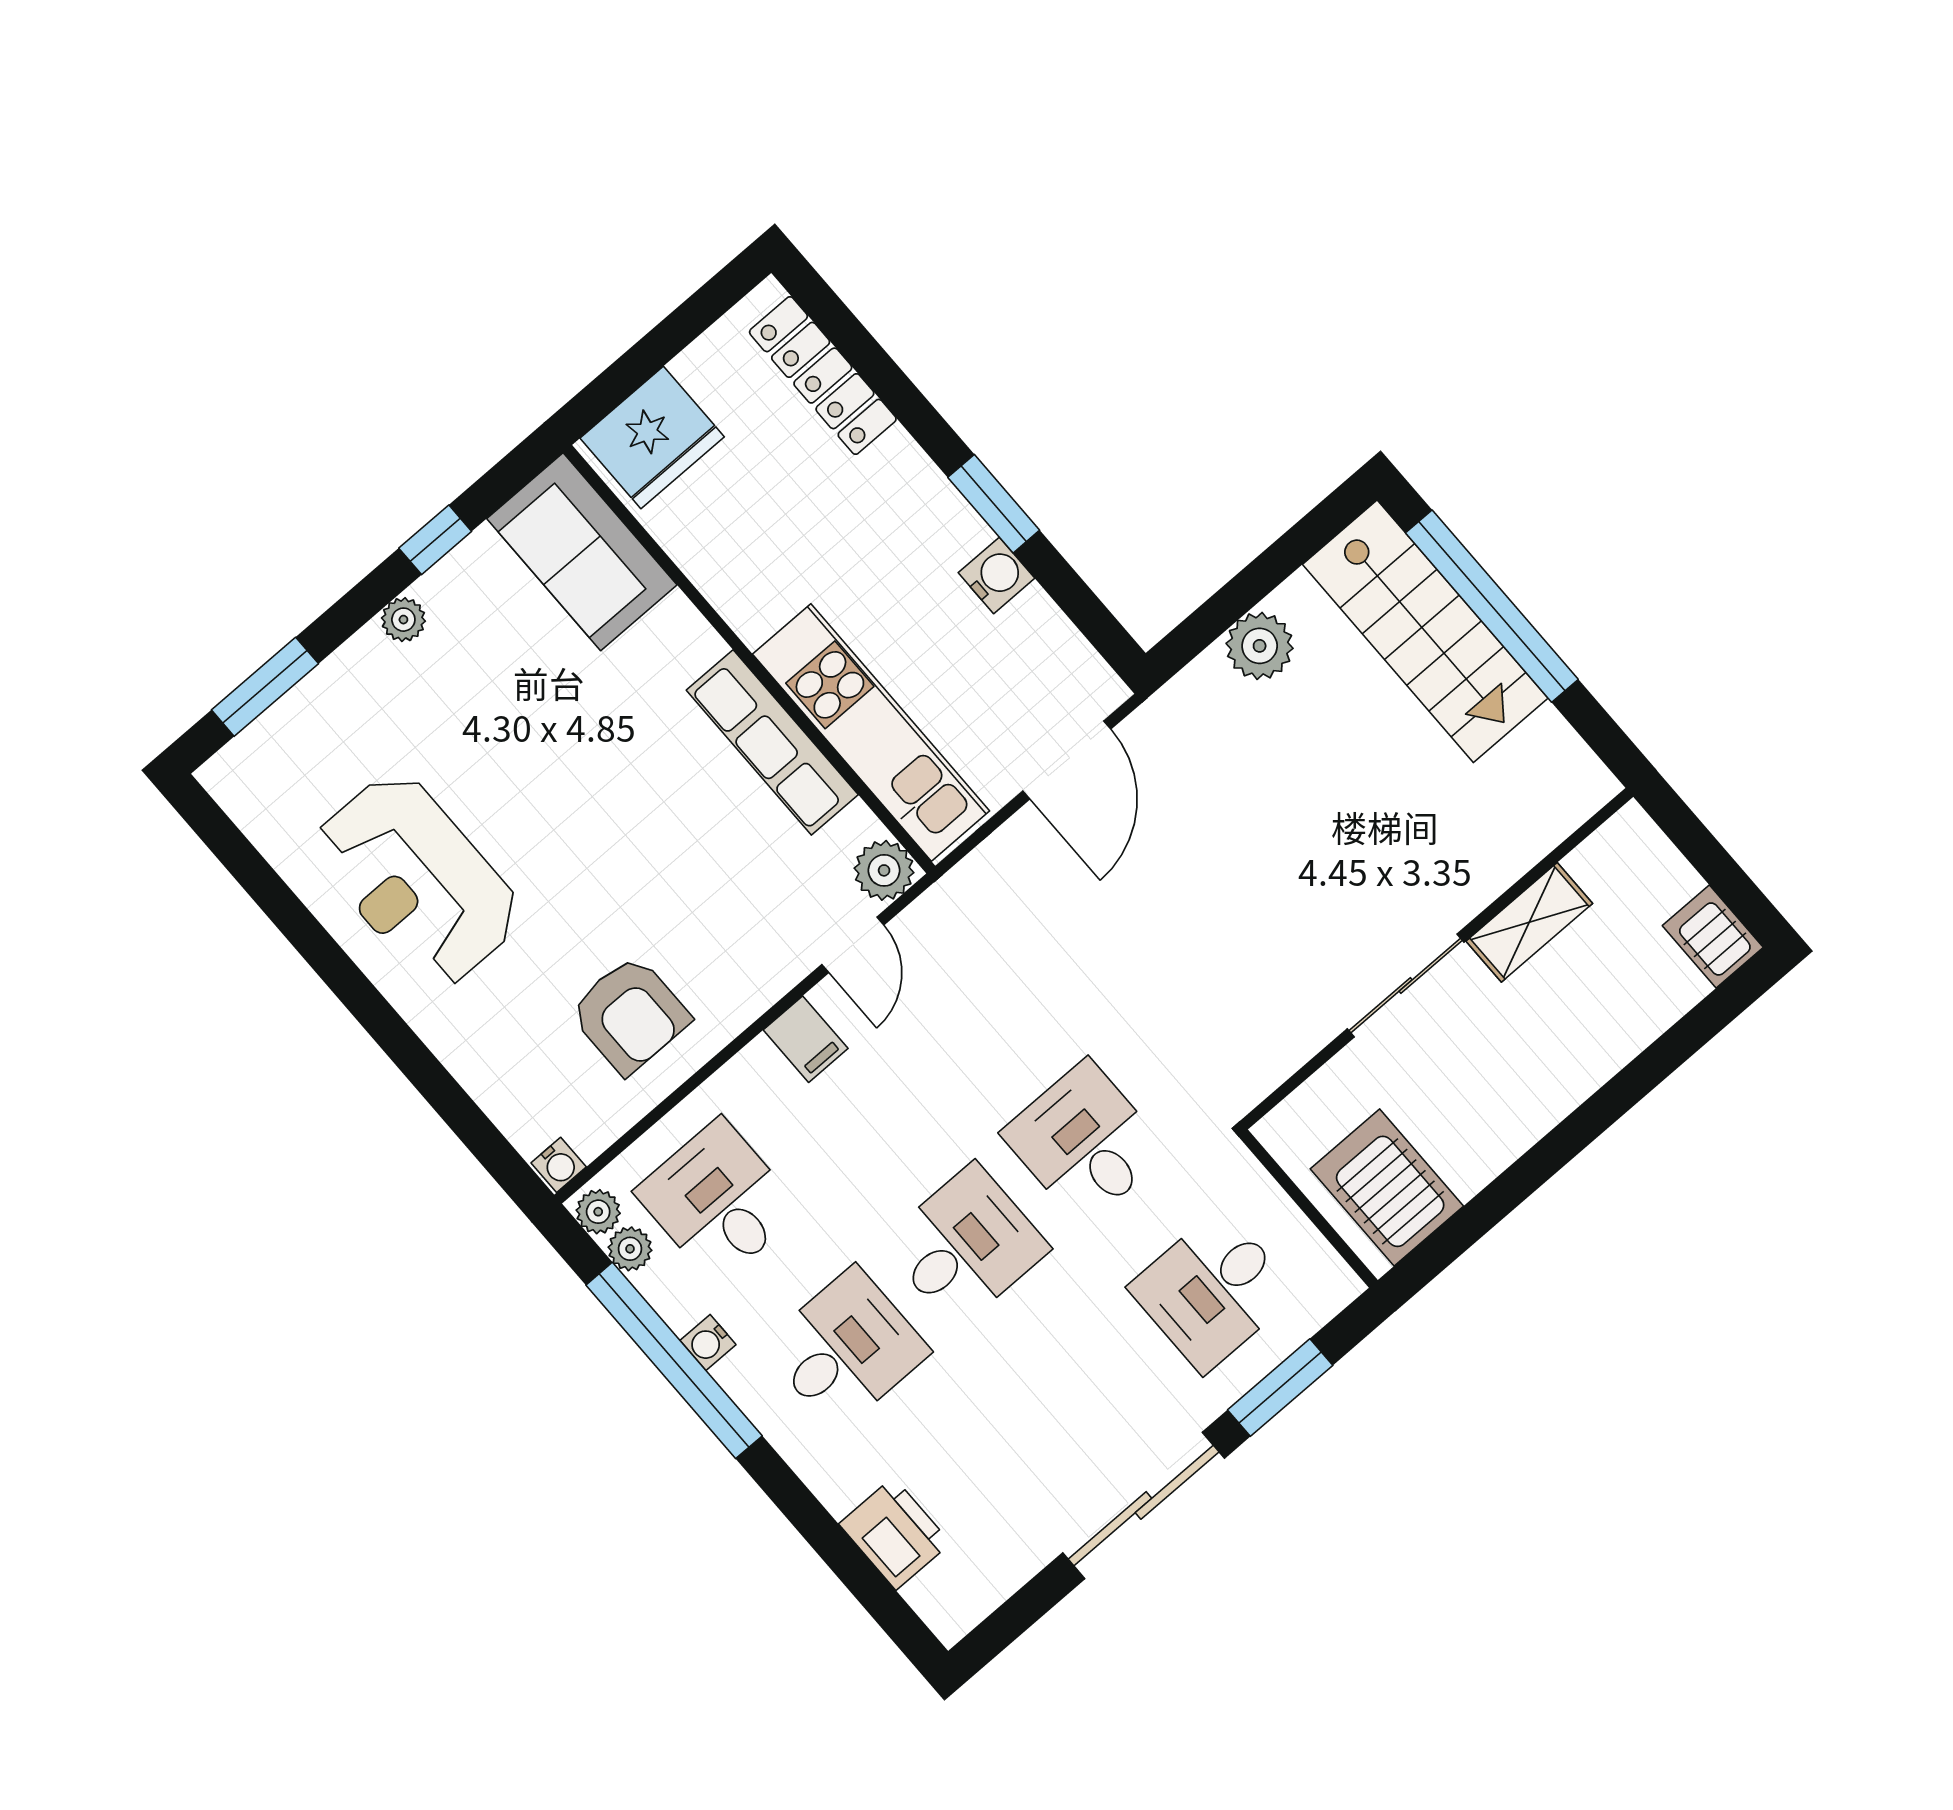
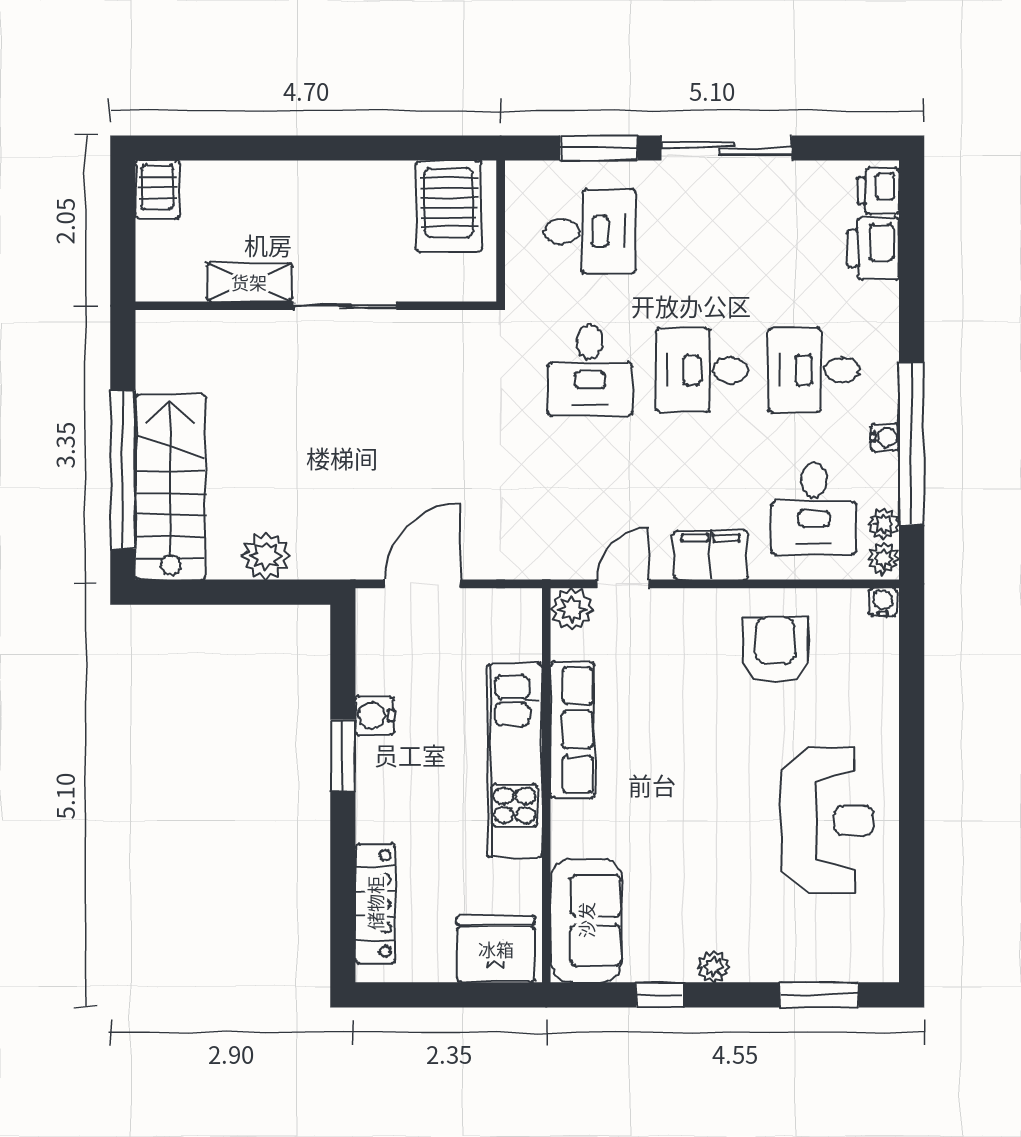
kitchen unit: (871, 732) -> (515, 761), moved
filing cabinet: (806, 1039) -> (711, 555), width x2.00
printer: (942, 1599) -> (878, 191), added

